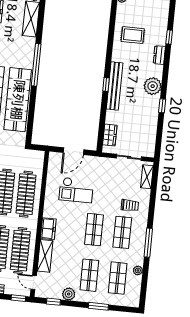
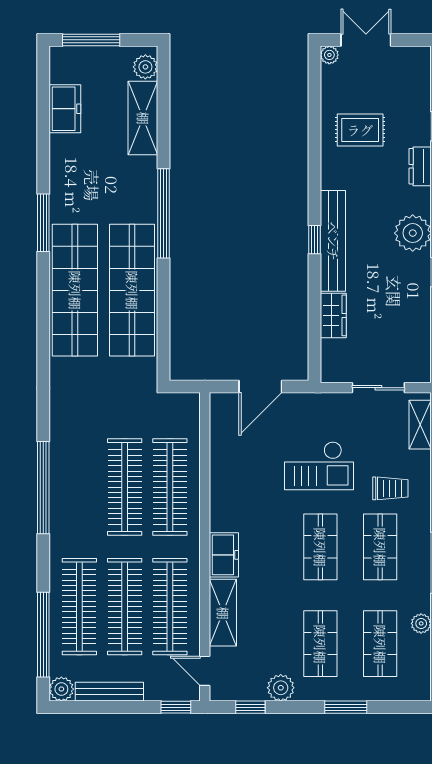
wardrobe: (110, 135) -> (333, 315), moved
checkout: (76, 190) -> (319, 466), moved

